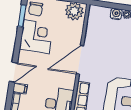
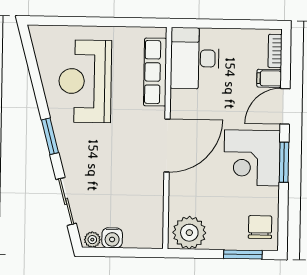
window: (22, 16) -> (284, 162), moved
corner desk: (37, 37) -> (252, 158), moved

